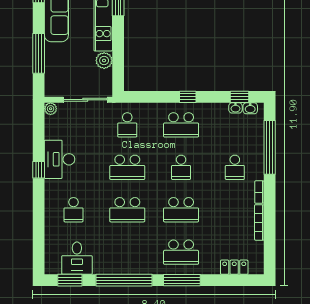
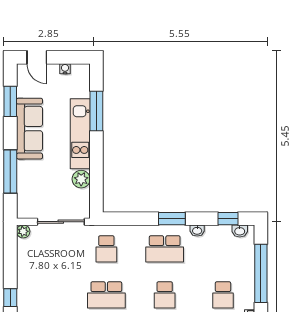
window: (188, 97) -> (172, 219), width x1.50
washbasin: (235, 108) -> (197, 231), moved
desk: (60, 159) -> (33, 286), removed

